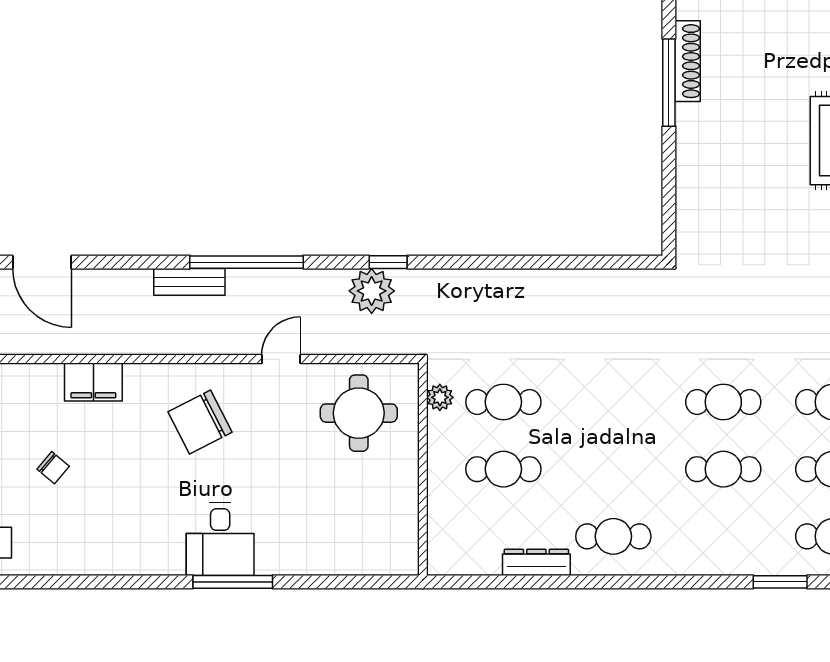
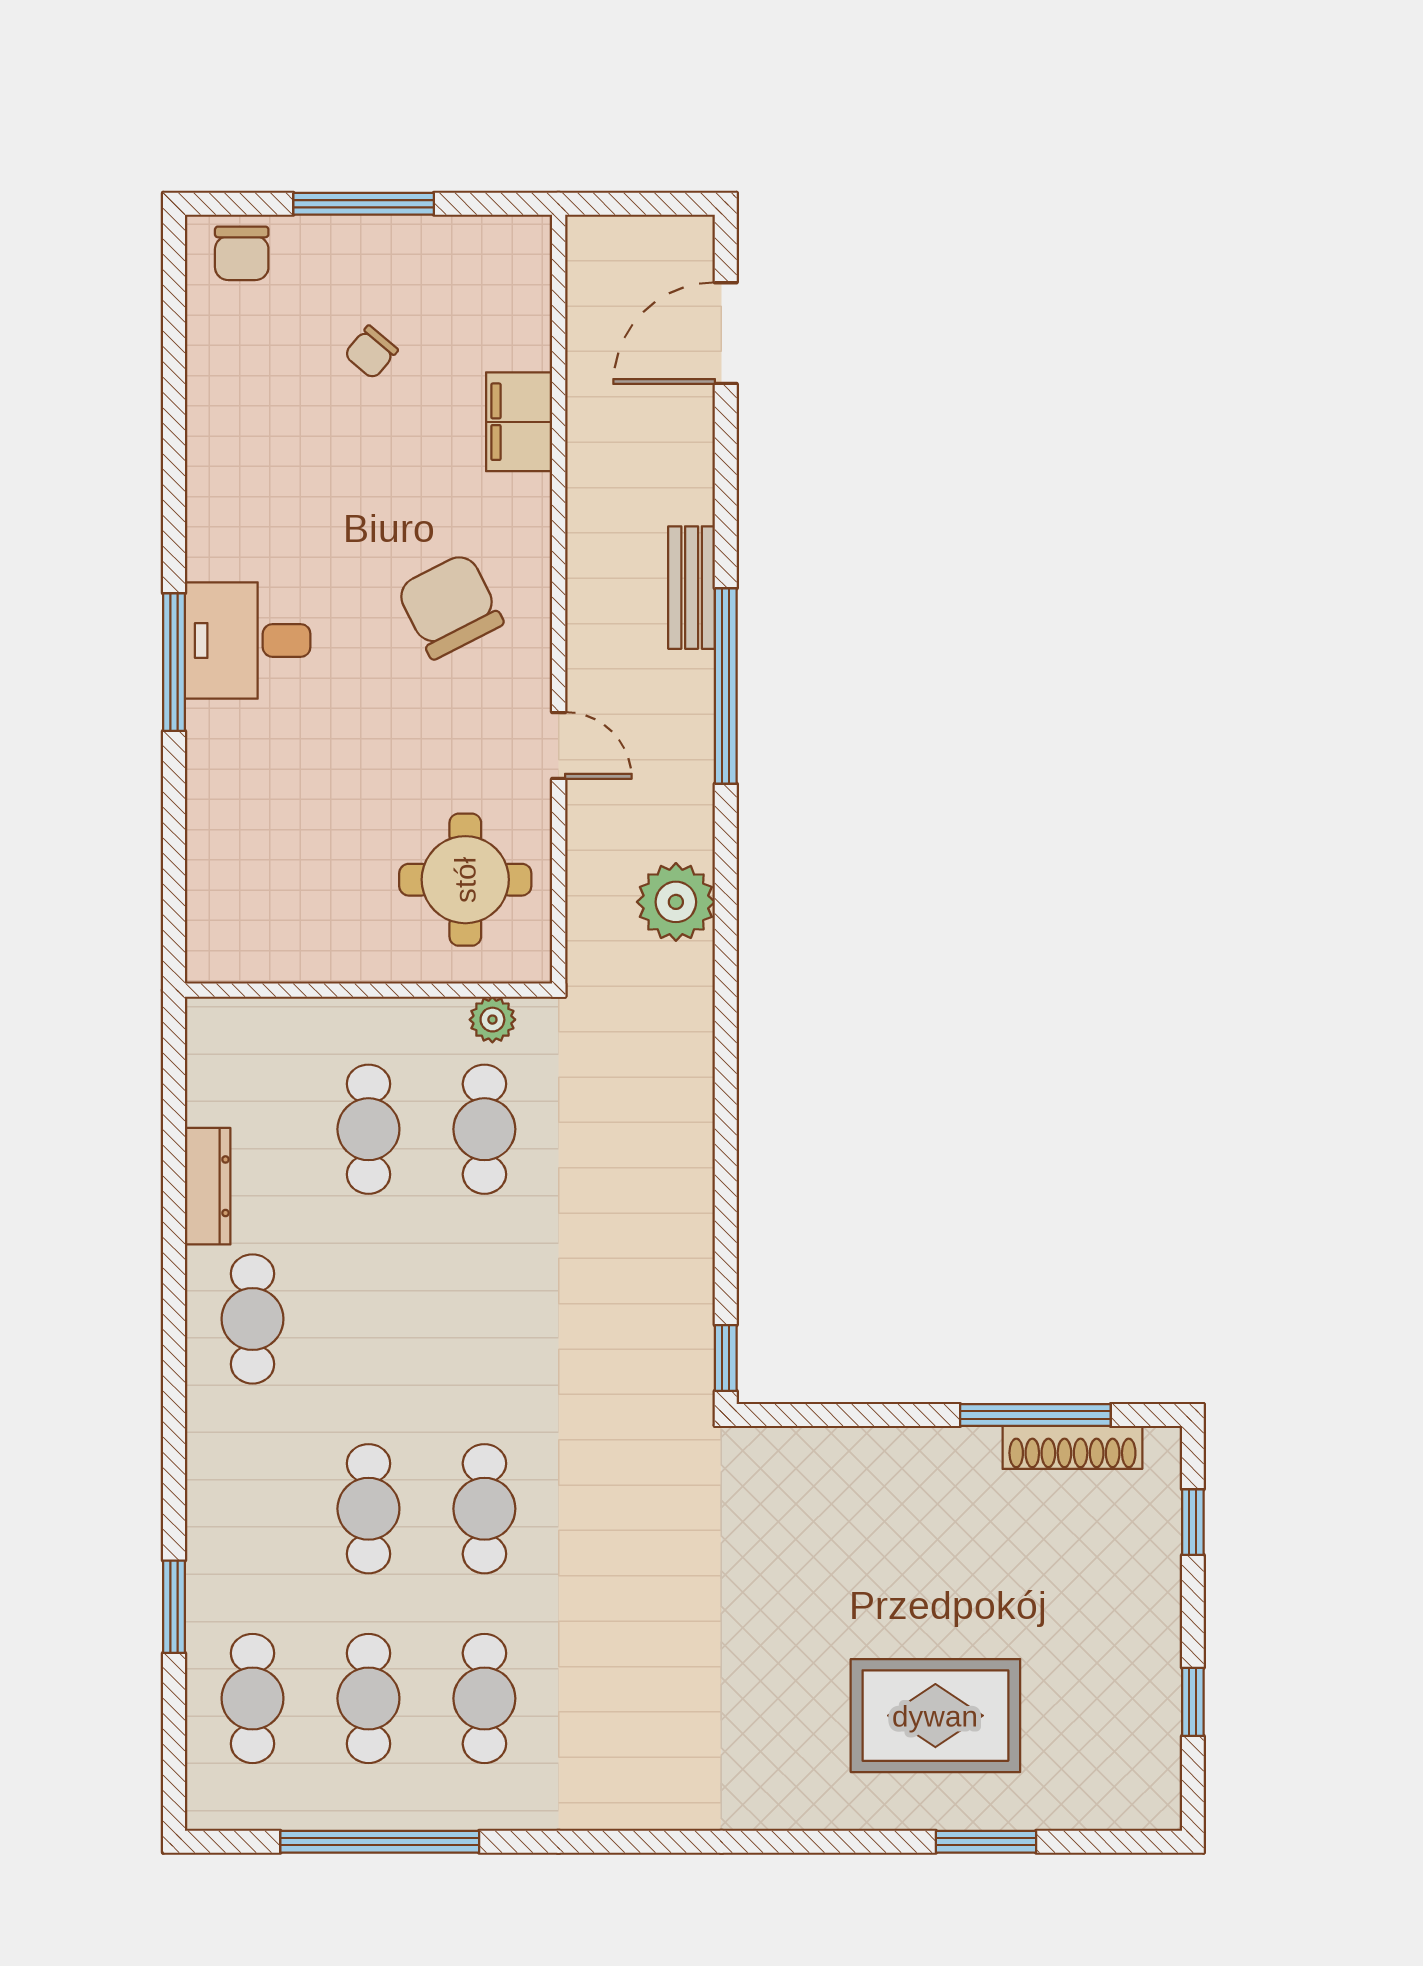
window: (388, 262) -> (726, 1358), moved

